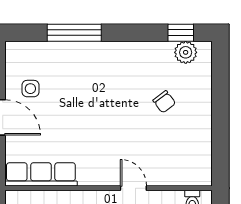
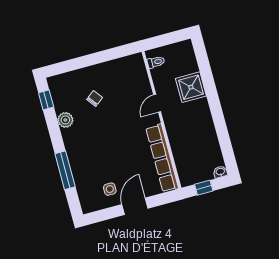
plant: (186, 52) -> (65, 120), moved
row of seats: (41, 174) -> (162, 158), width x1.36

